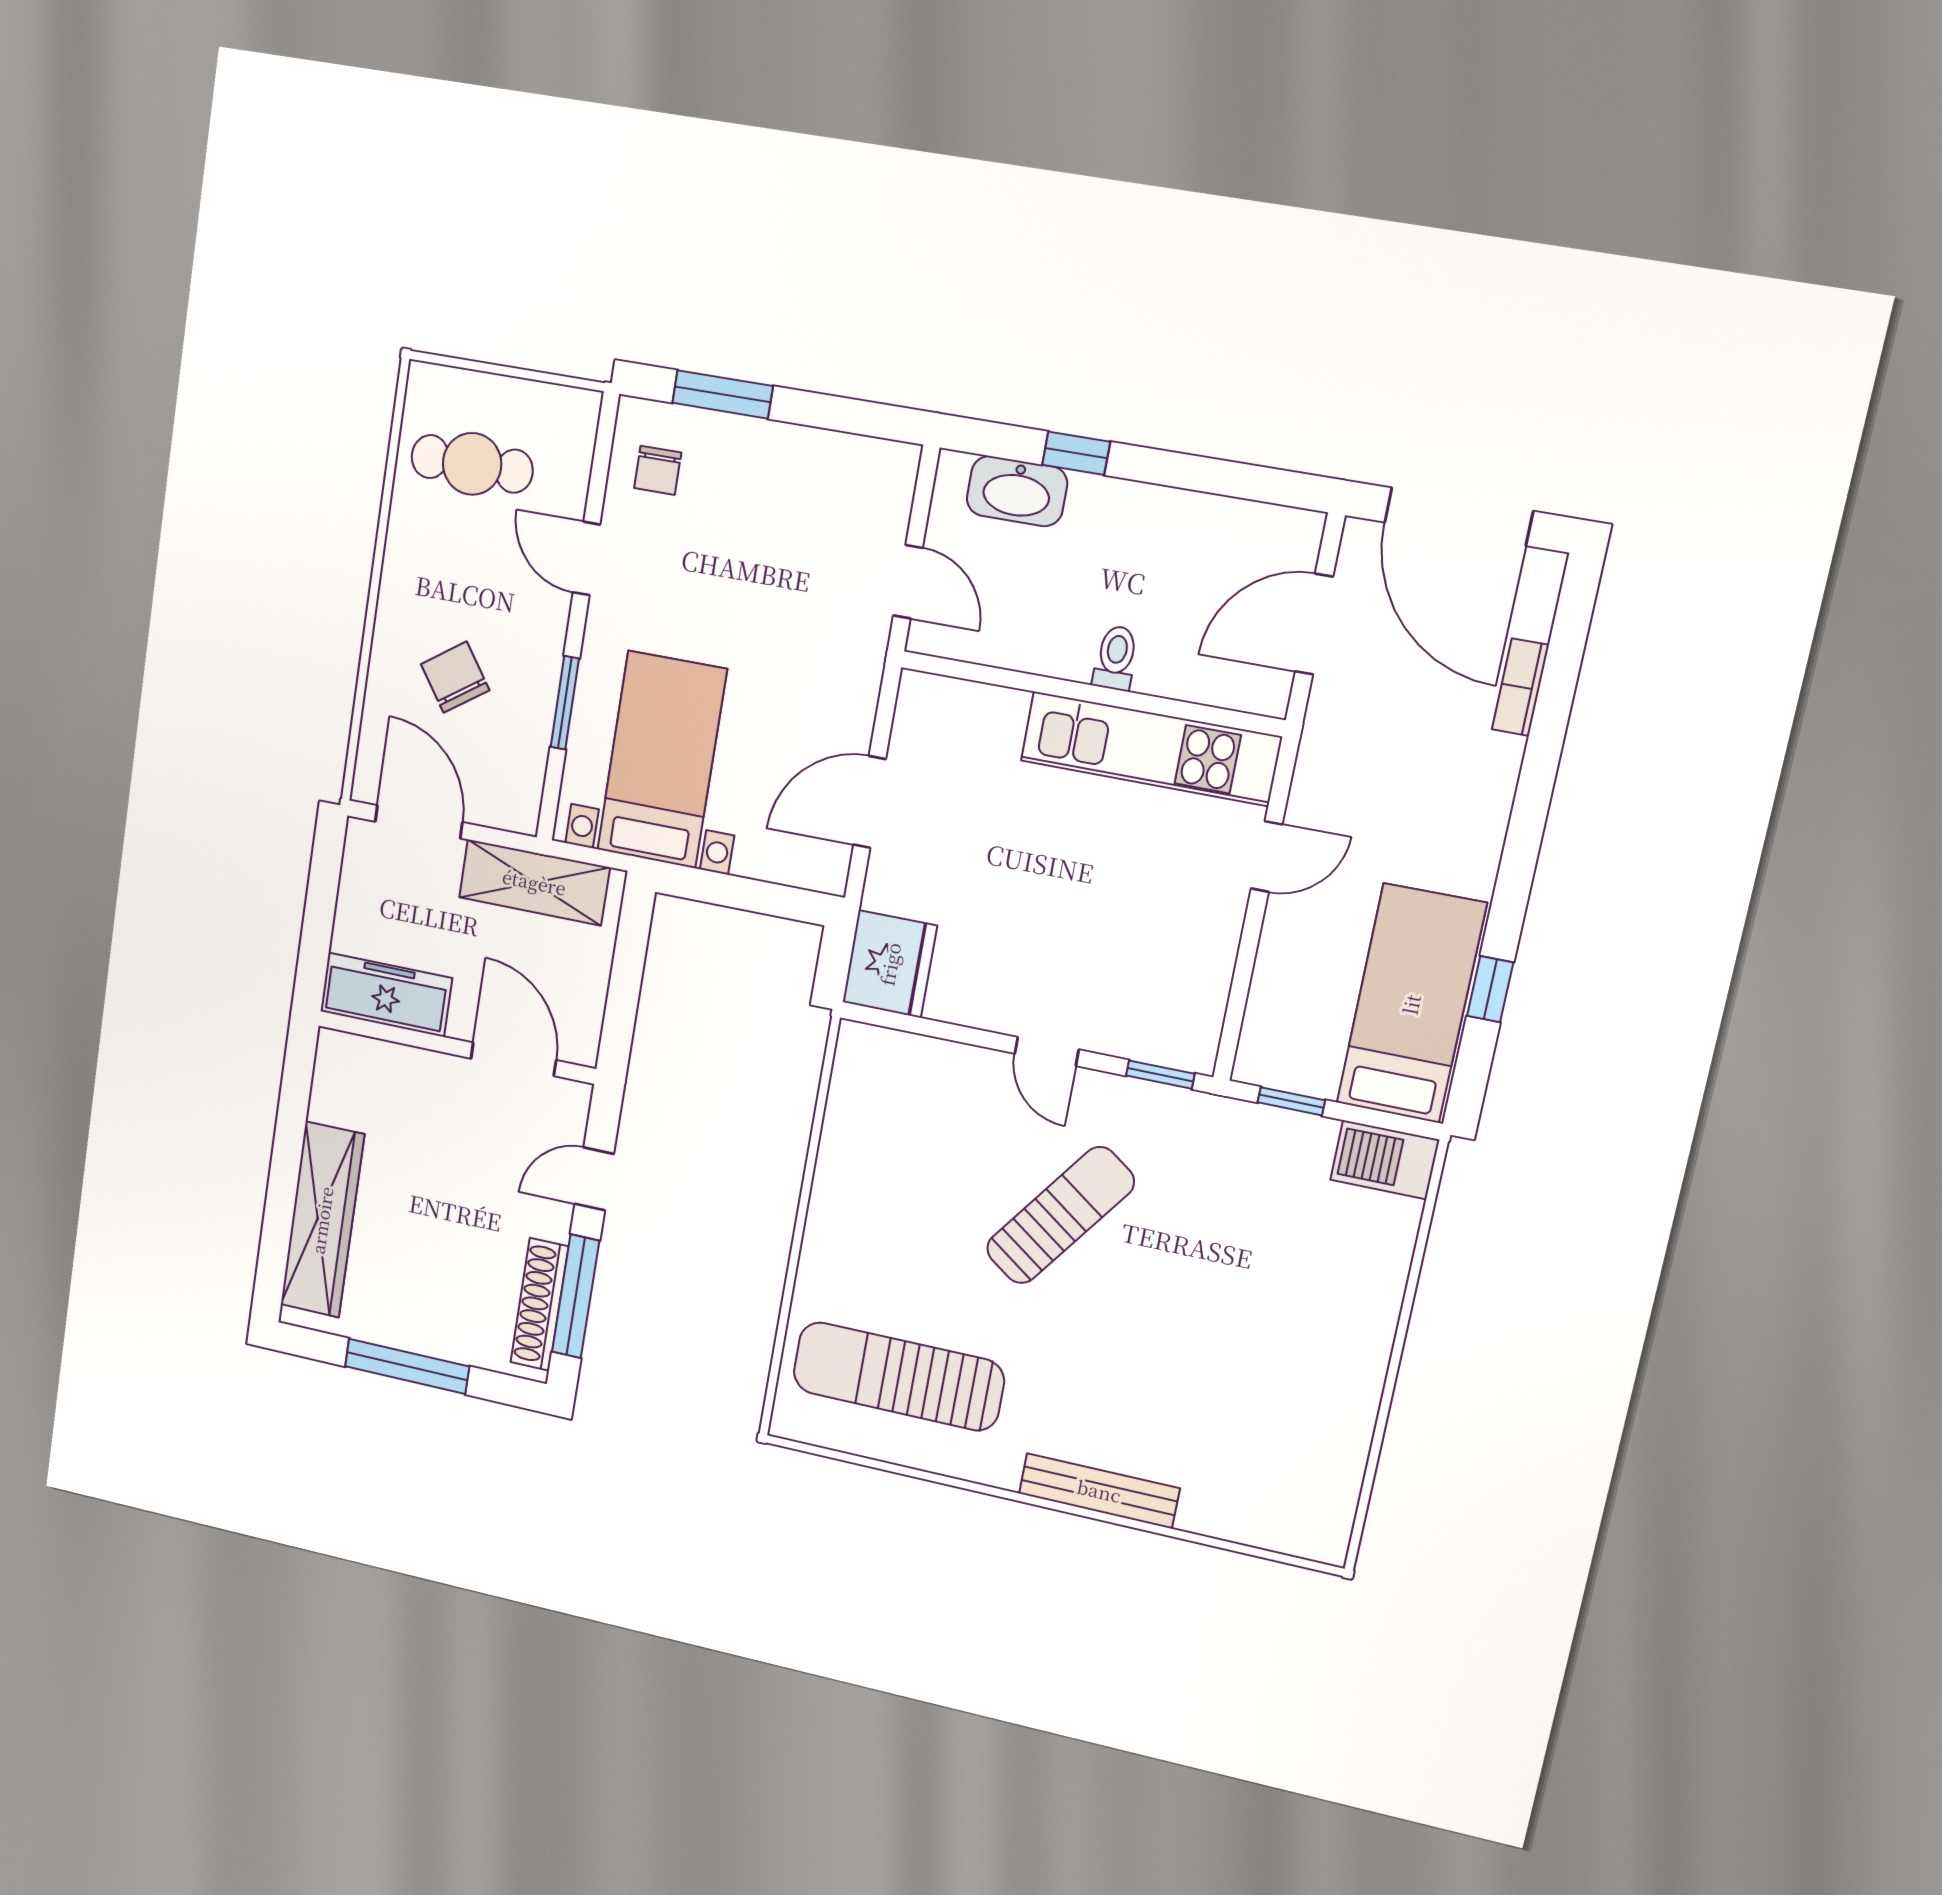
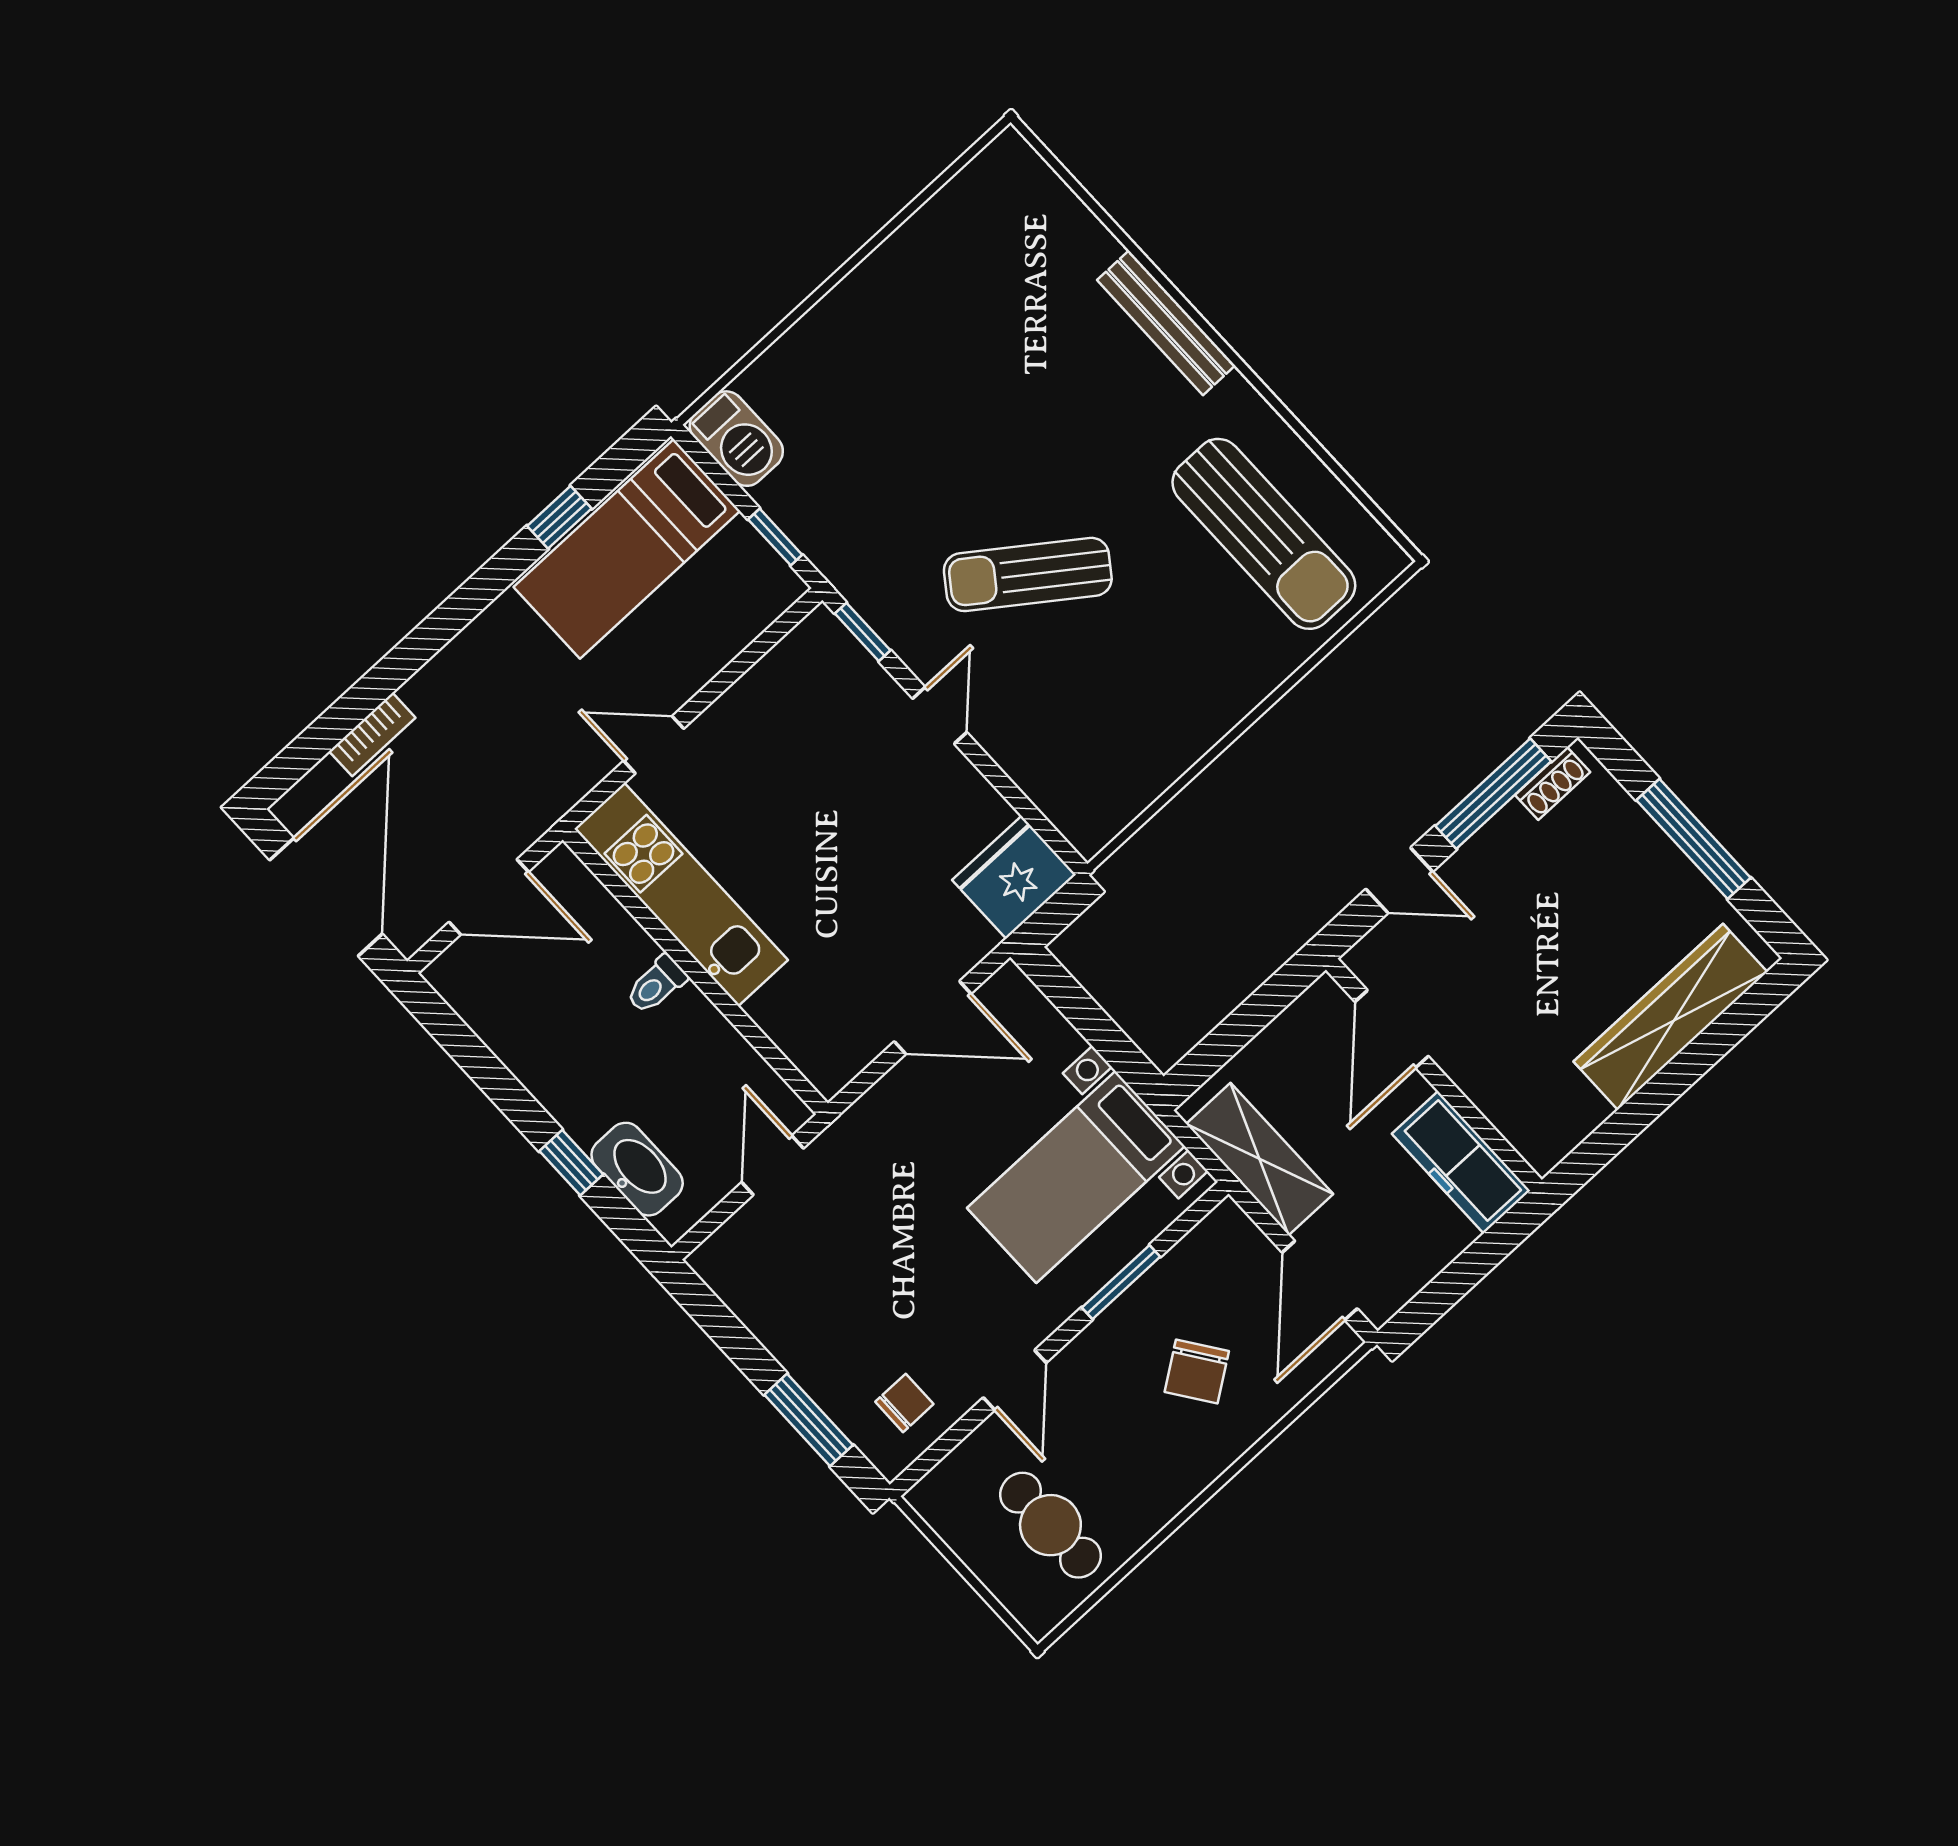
shoe rack: (540, 1304) -> (1553, 783), width x0.51, depth x0.81

